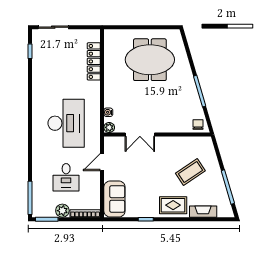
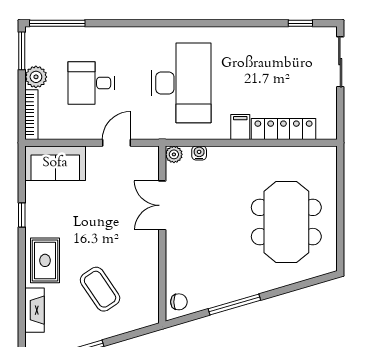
filing cabinet: (93, 87) -> (240, 127), added
desk: (66, 123) -> (181, 83), turned -90
door: (102, 162) -> (117, 143), hinge flipped

